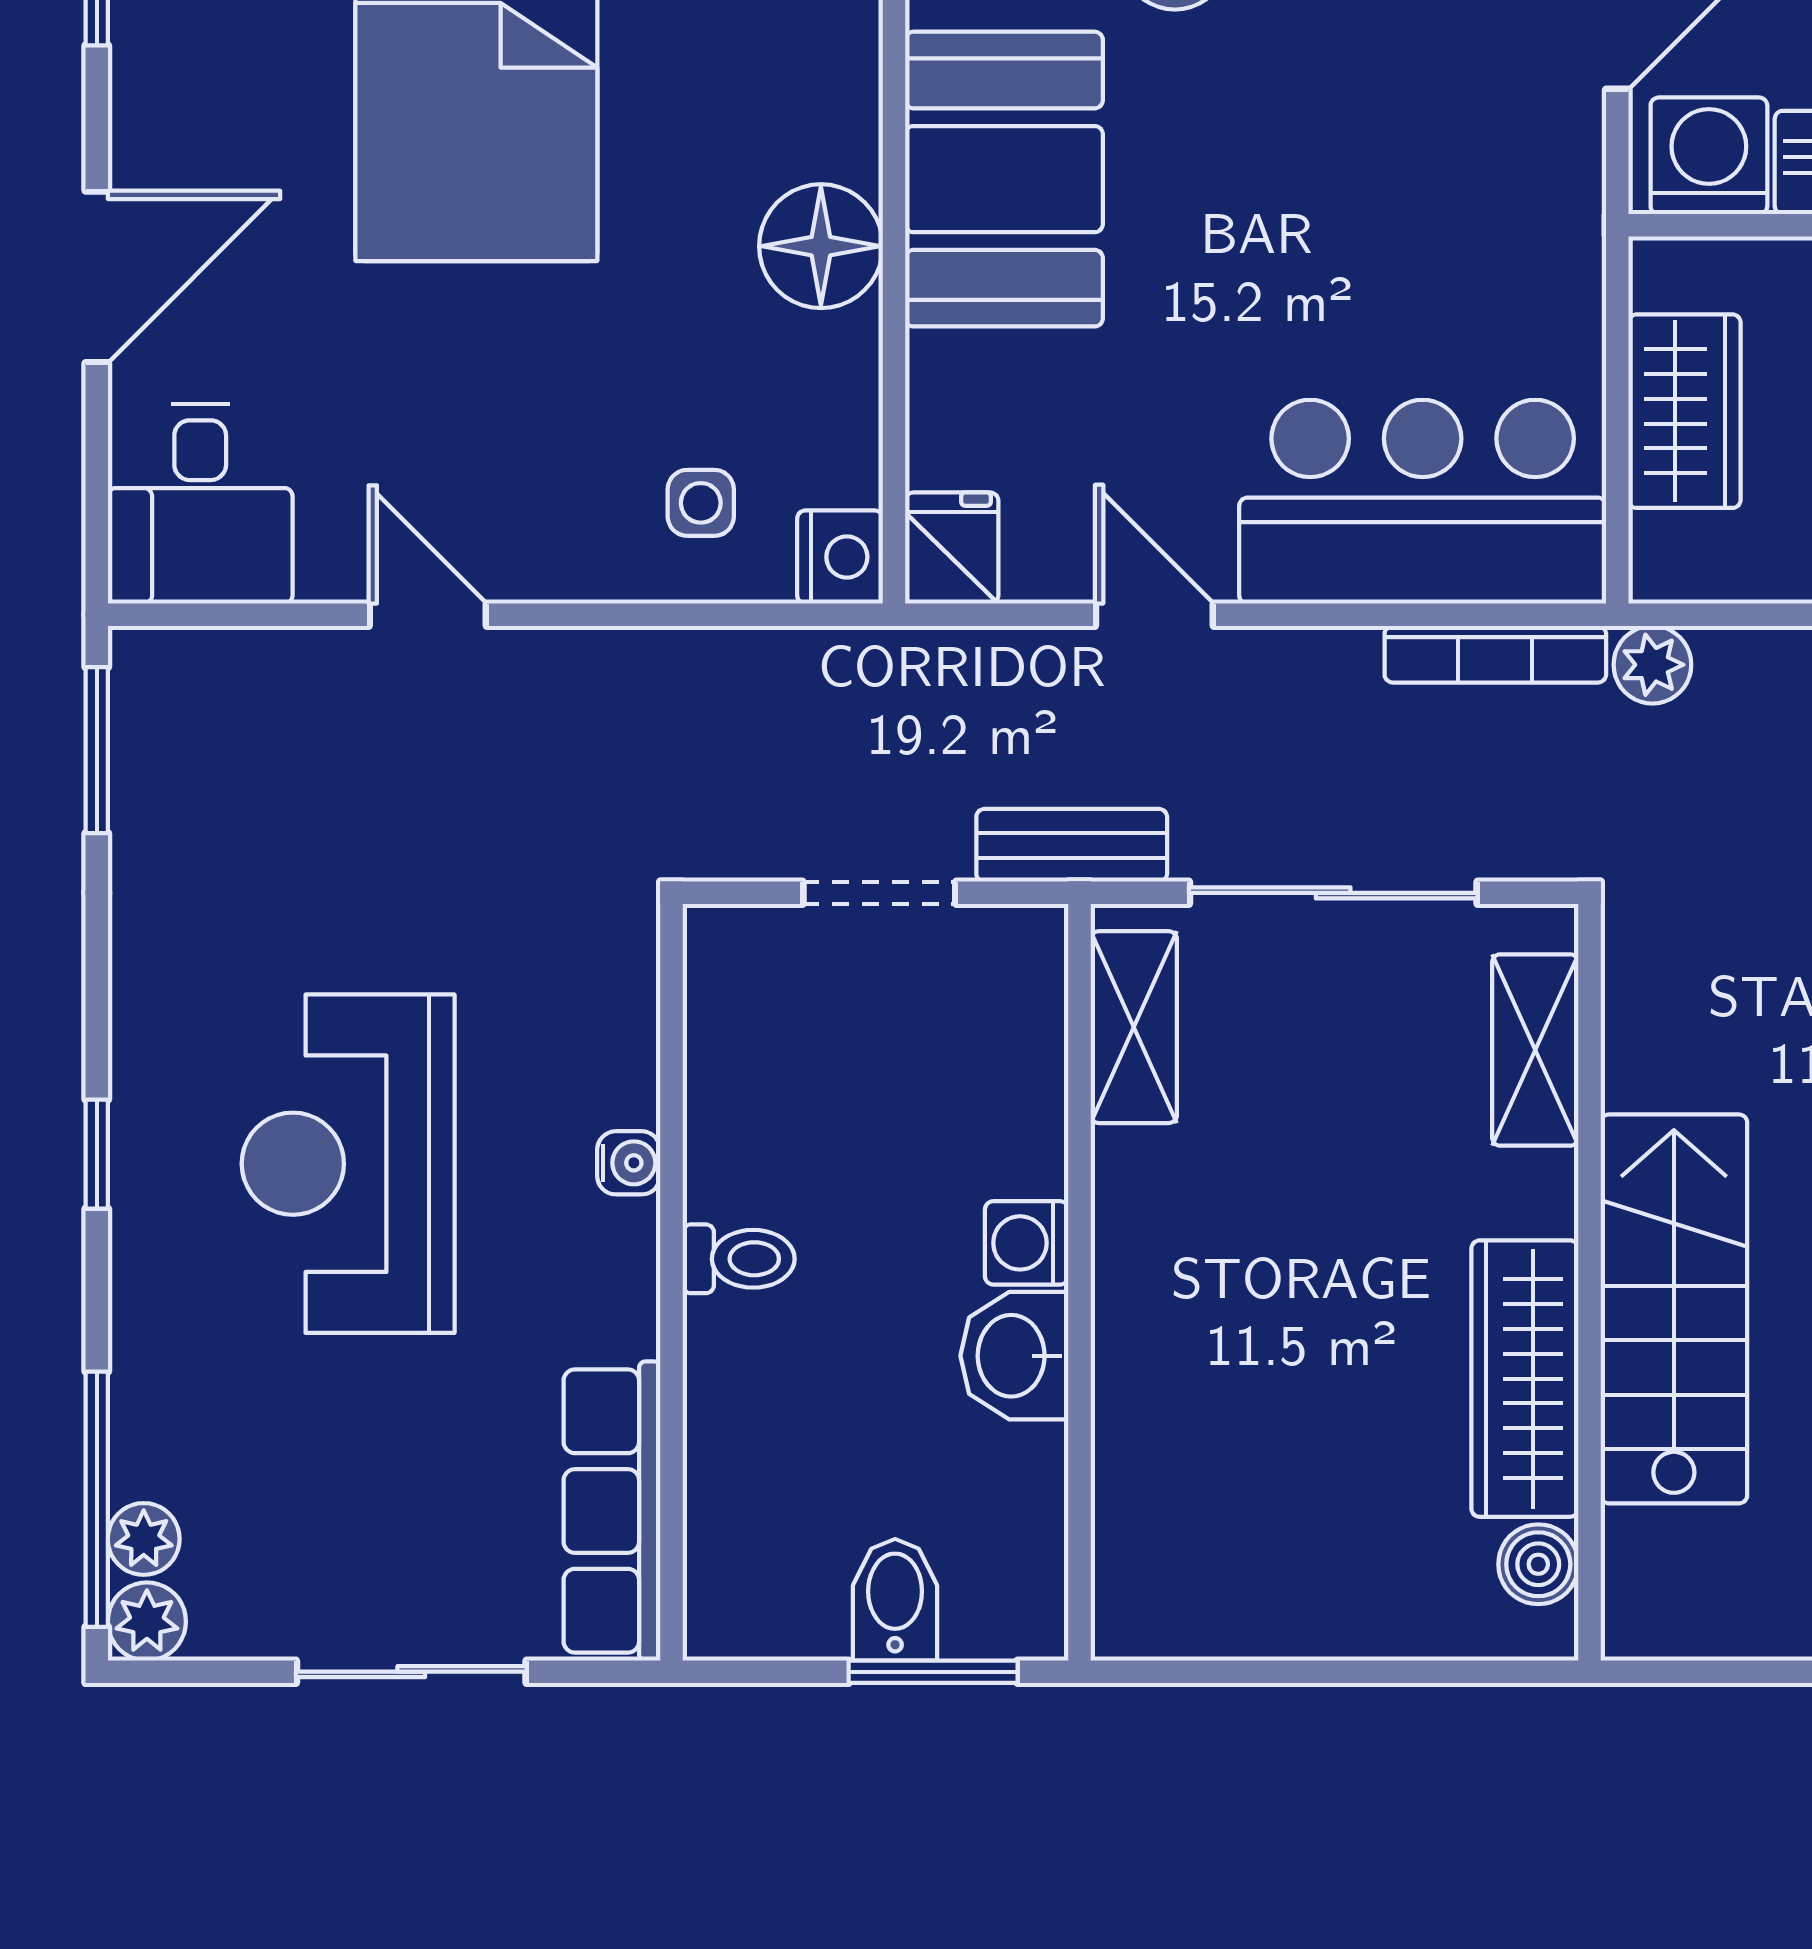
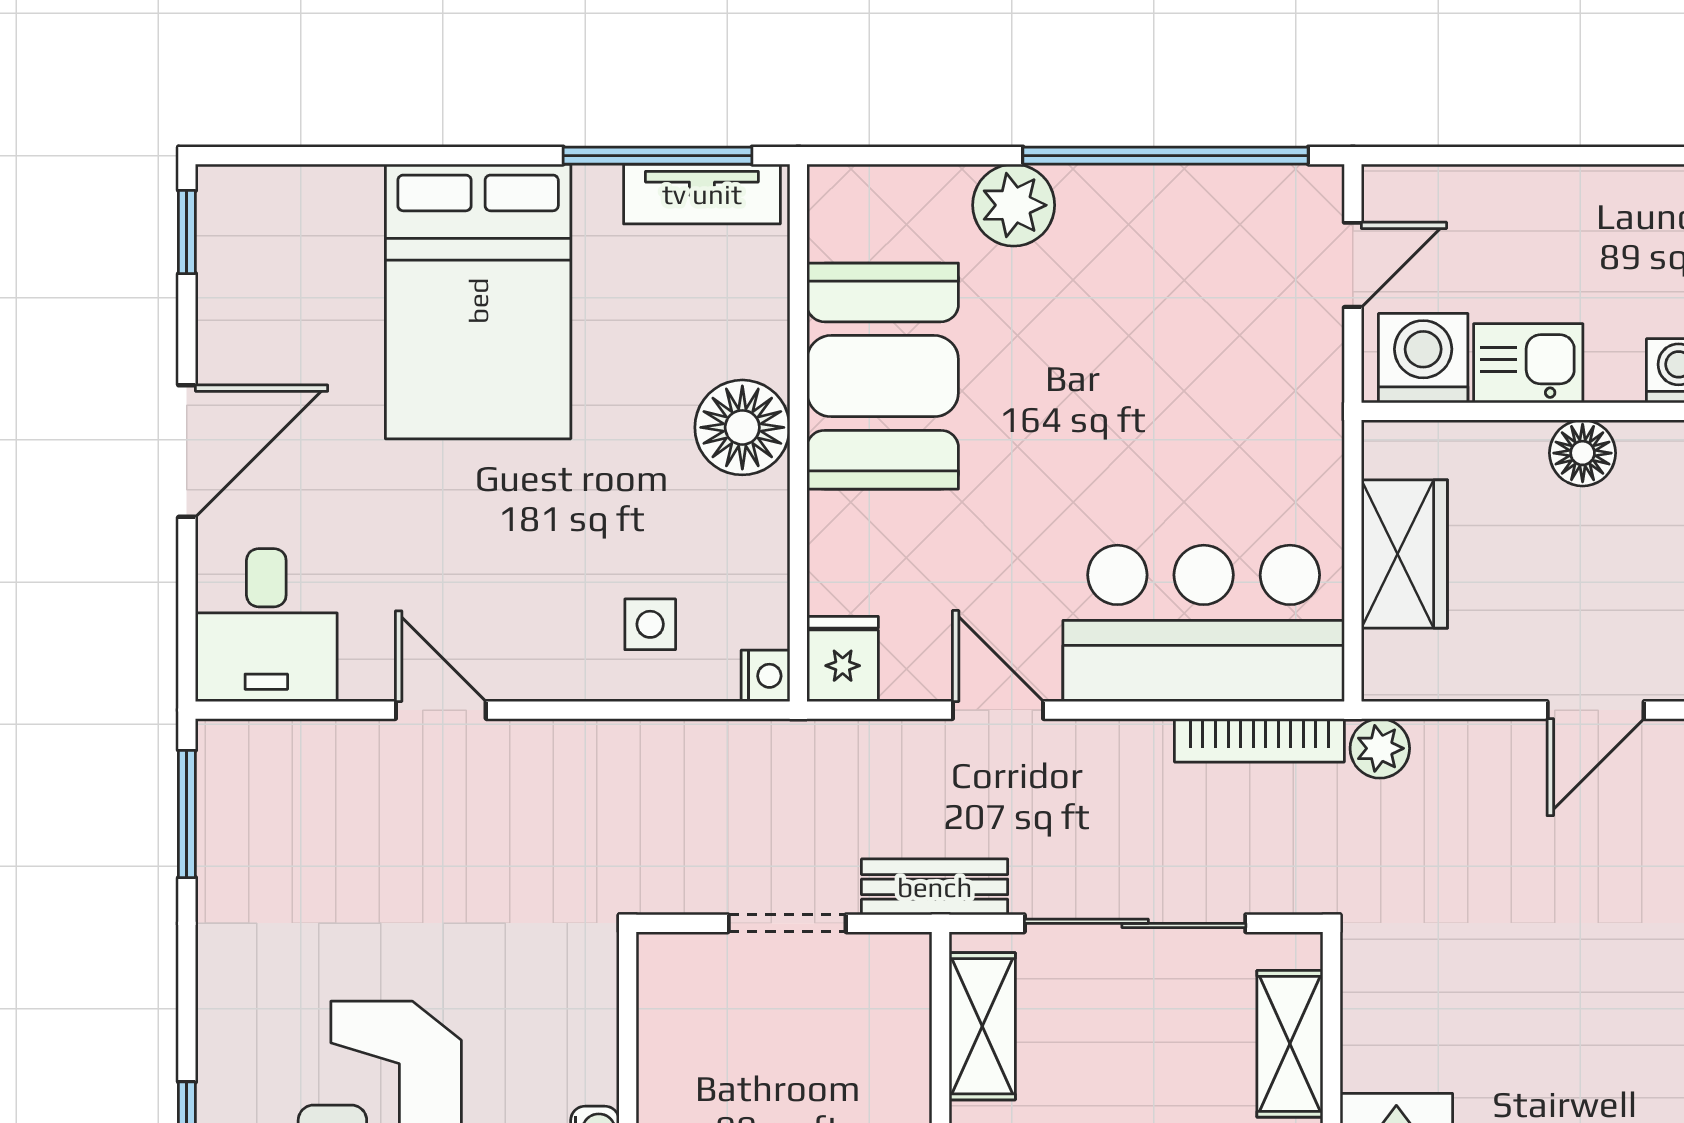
nightstand: (840, 557) -> (765, 676), width x0.72, depth x0.74

